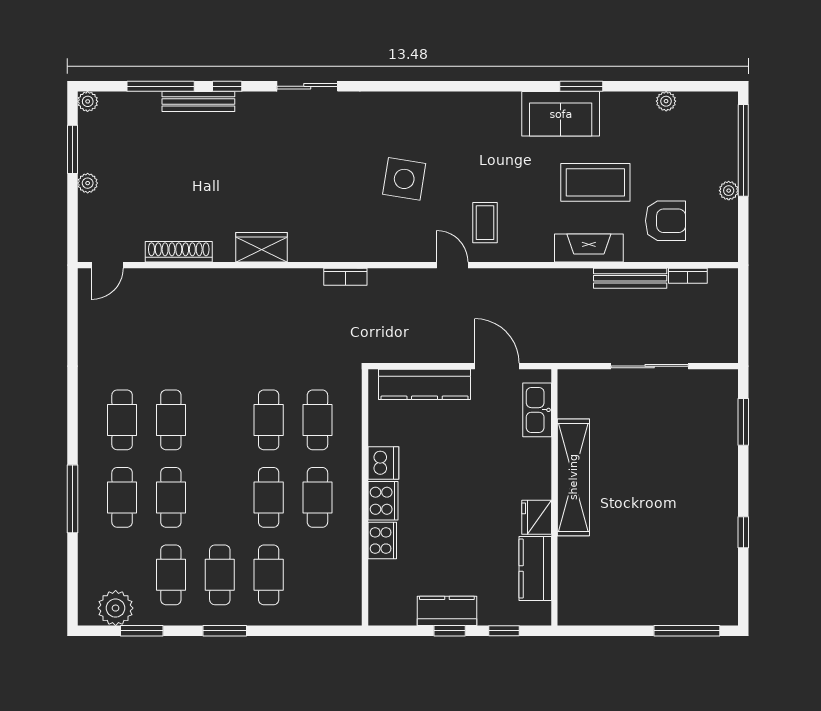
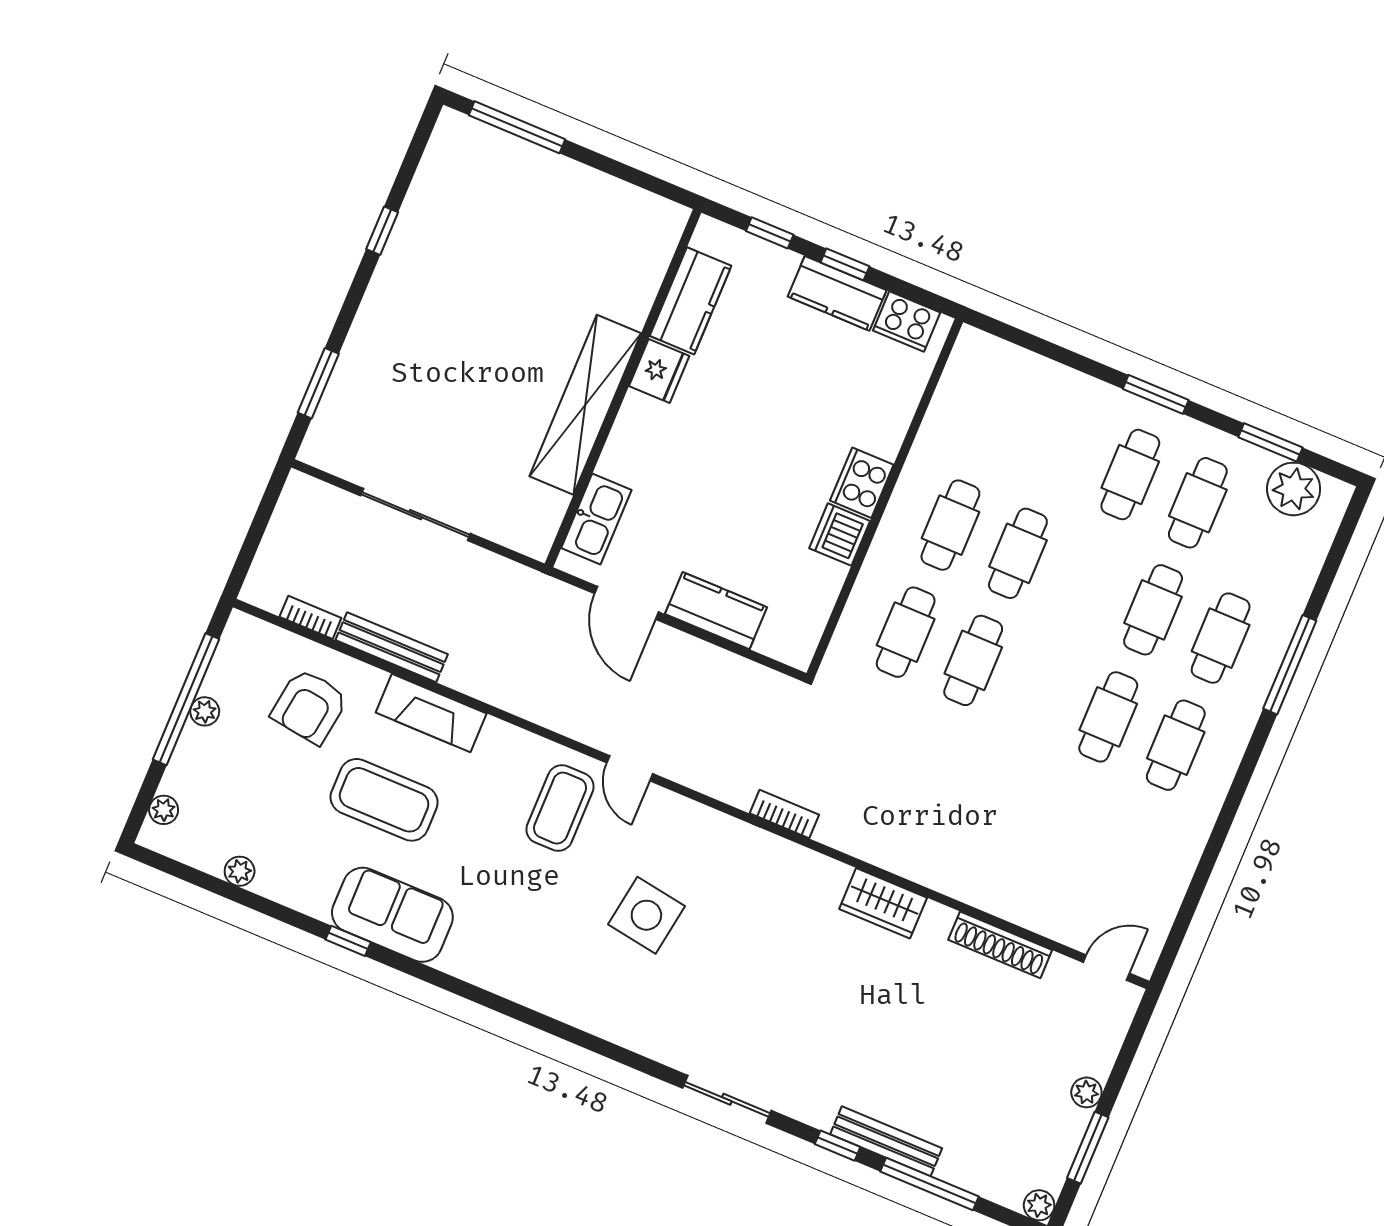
window: (581, 86) -> (348, 941), width x0.67
plant: (729, 119) -> (164, 810), added
window: (743, 150) -> (186, 699), moved
armchair: (665, 221) -> (309, 706), turned -82
coffee table: (485, 223) -> (560, 808), width x1.36, depth x1.30
kitchen counter: (425, 384) -> (716, 611), width x0.67
cooker: (382, 540) -> (907, 322), moved, turned -90
cafe table: (269, 575) -> (1063, 446), removed

